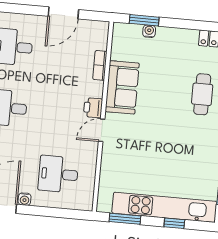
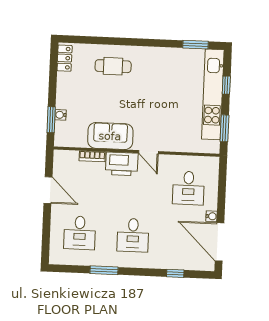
printer: (93, 108) -> (122, 164), width x1.87, depth x1.48

